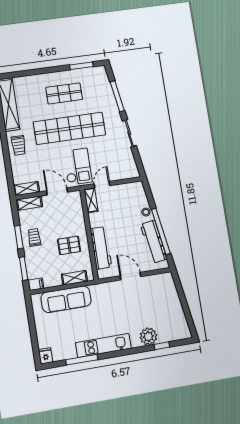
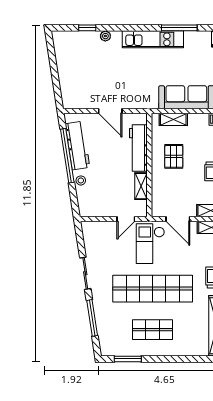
shelving: (91, 200) -> (141, 186), moved
pallet: (69, 245) -> (174, 156), turned 90
plant: (148, 336) -> (105, 36), width x0.53, depth x0.53

